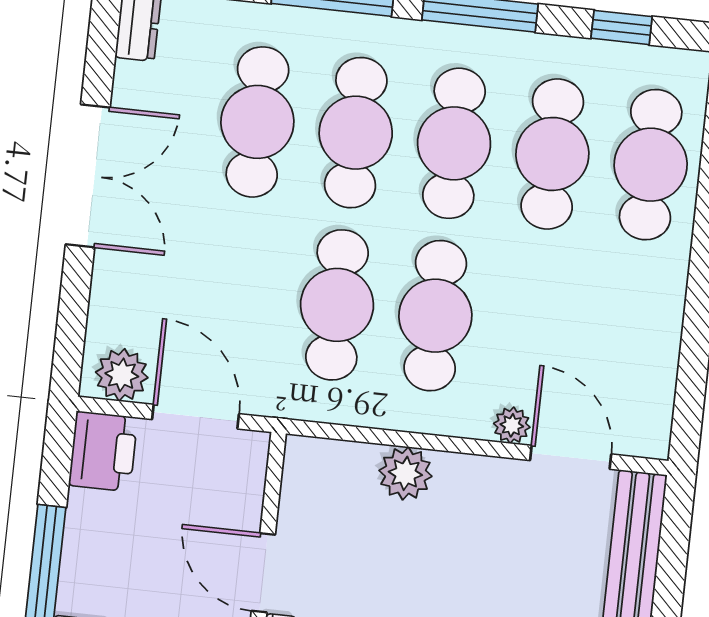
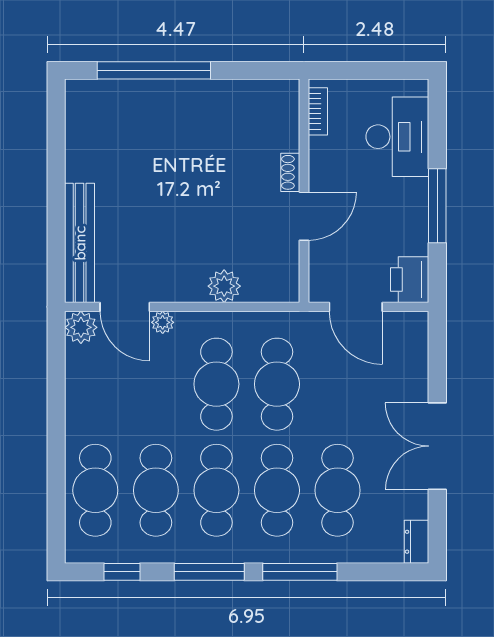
plant: (122, 375) -> (81, 327), moved
door: (263, 573) -> (304, 216), hinge flipped

